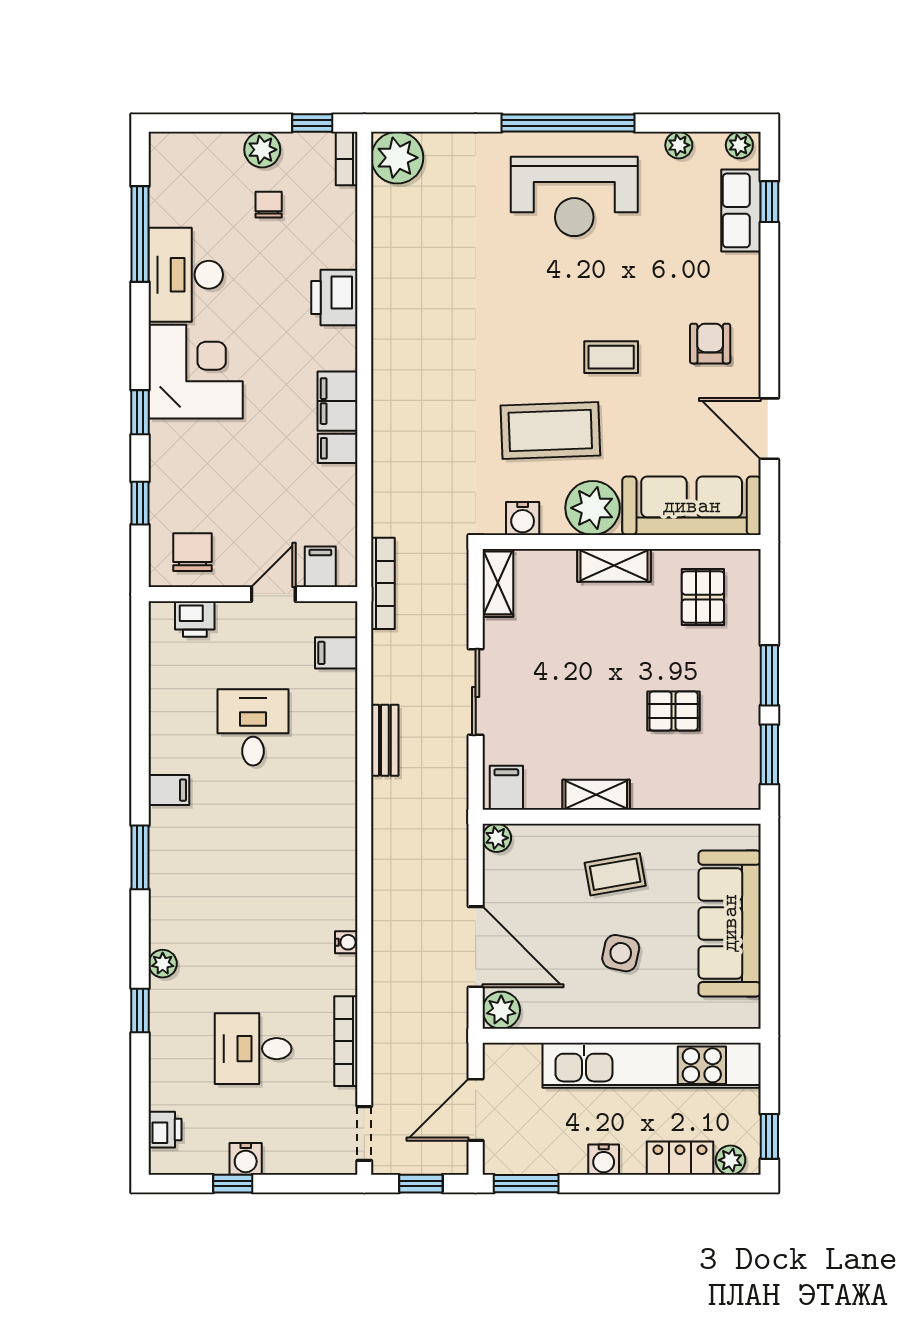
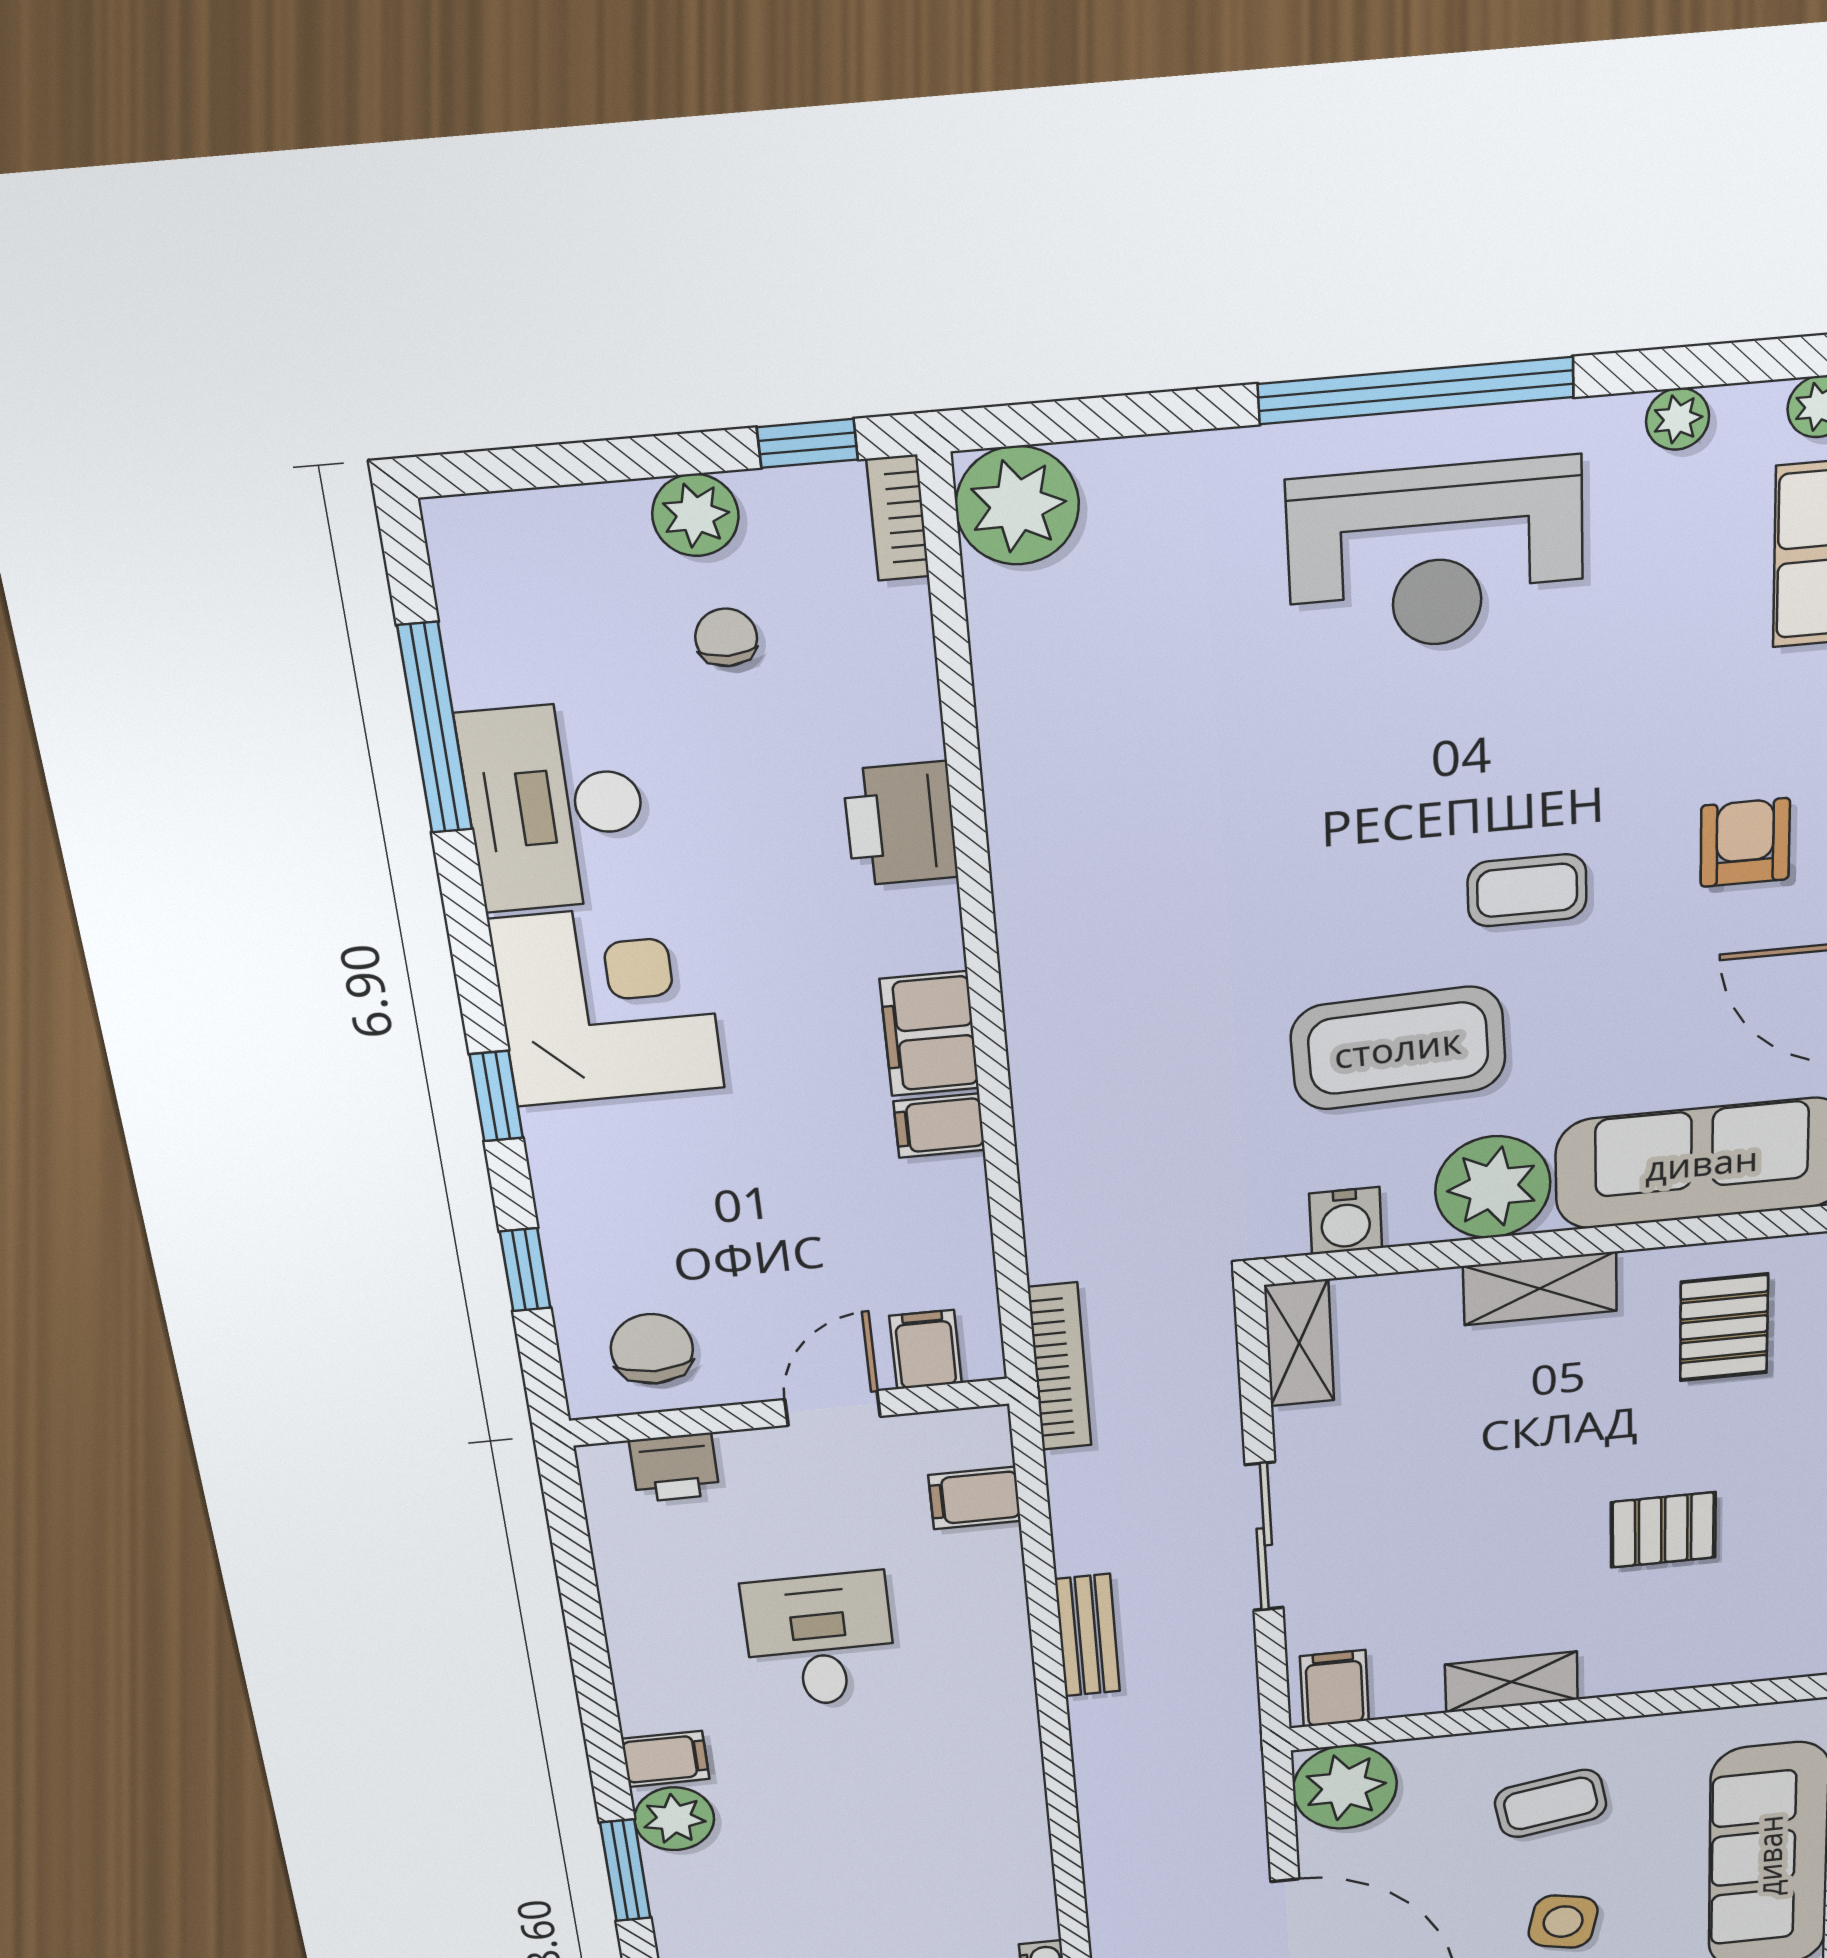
plant: (169, 828) -> (674, 1819), added
plant: (497, 838) -> (1345, 1787), width x1.87, depth x1.87

